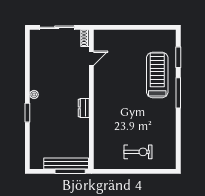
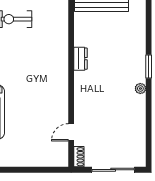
dresser: (84, 108) -> (80, 59), moved

